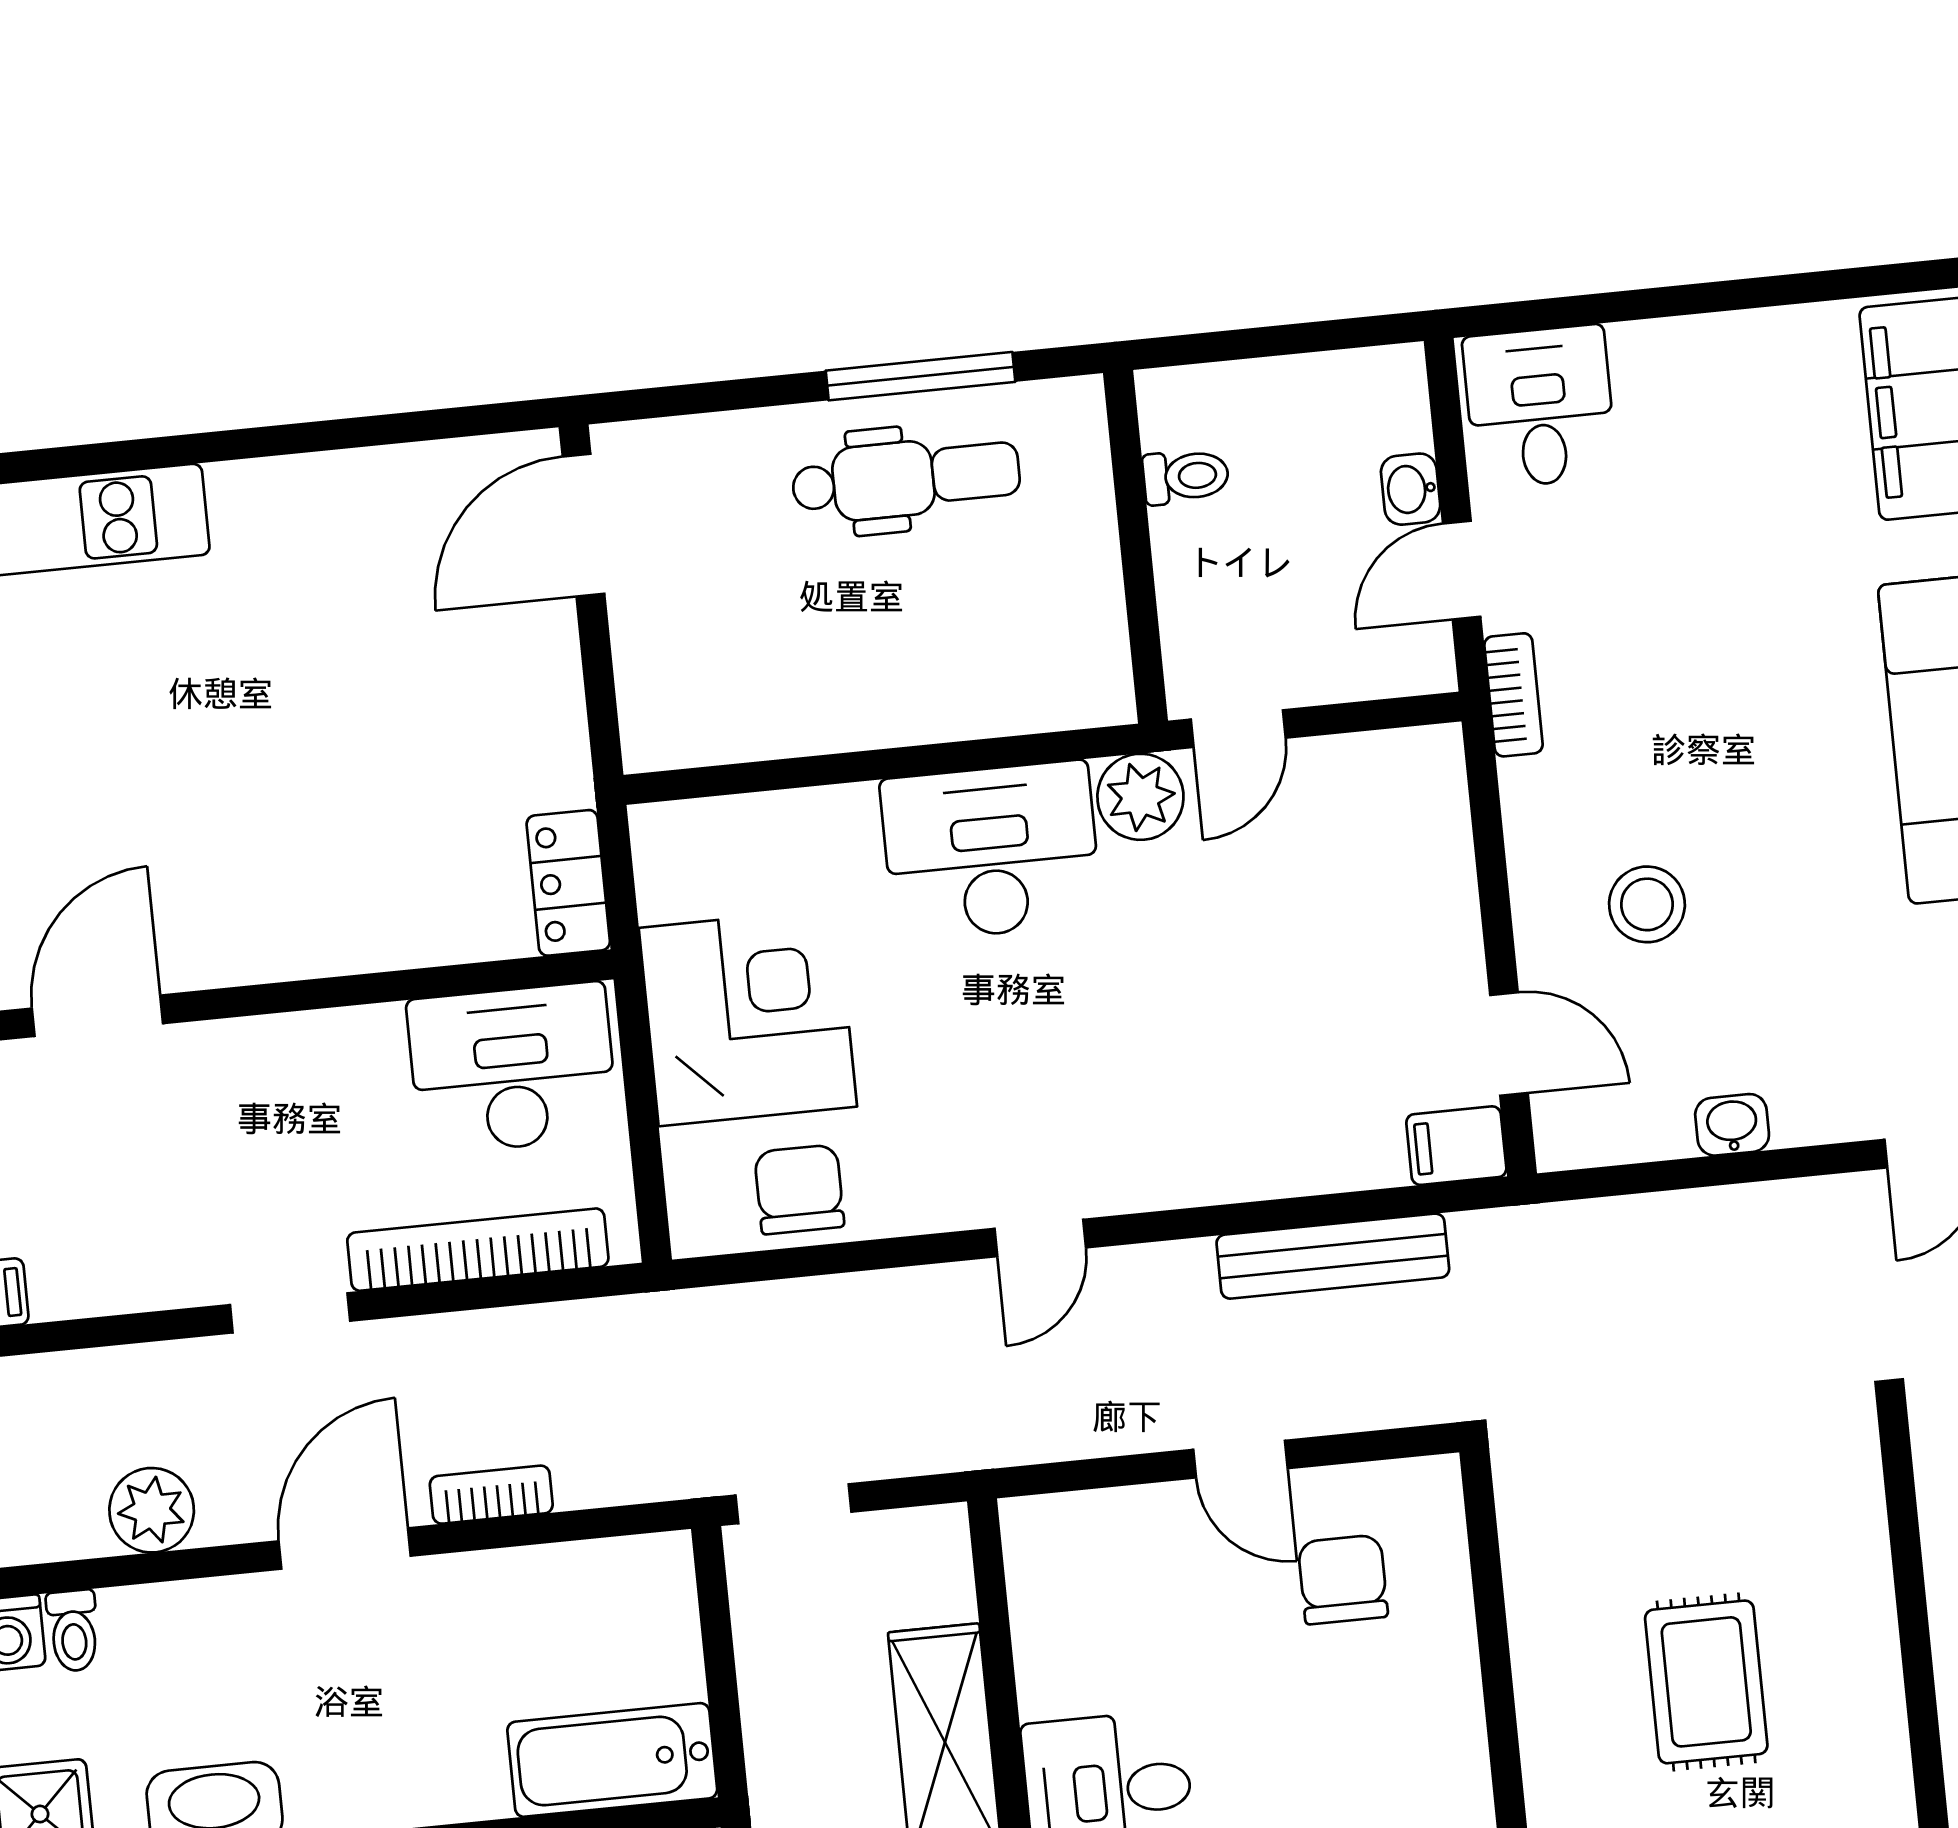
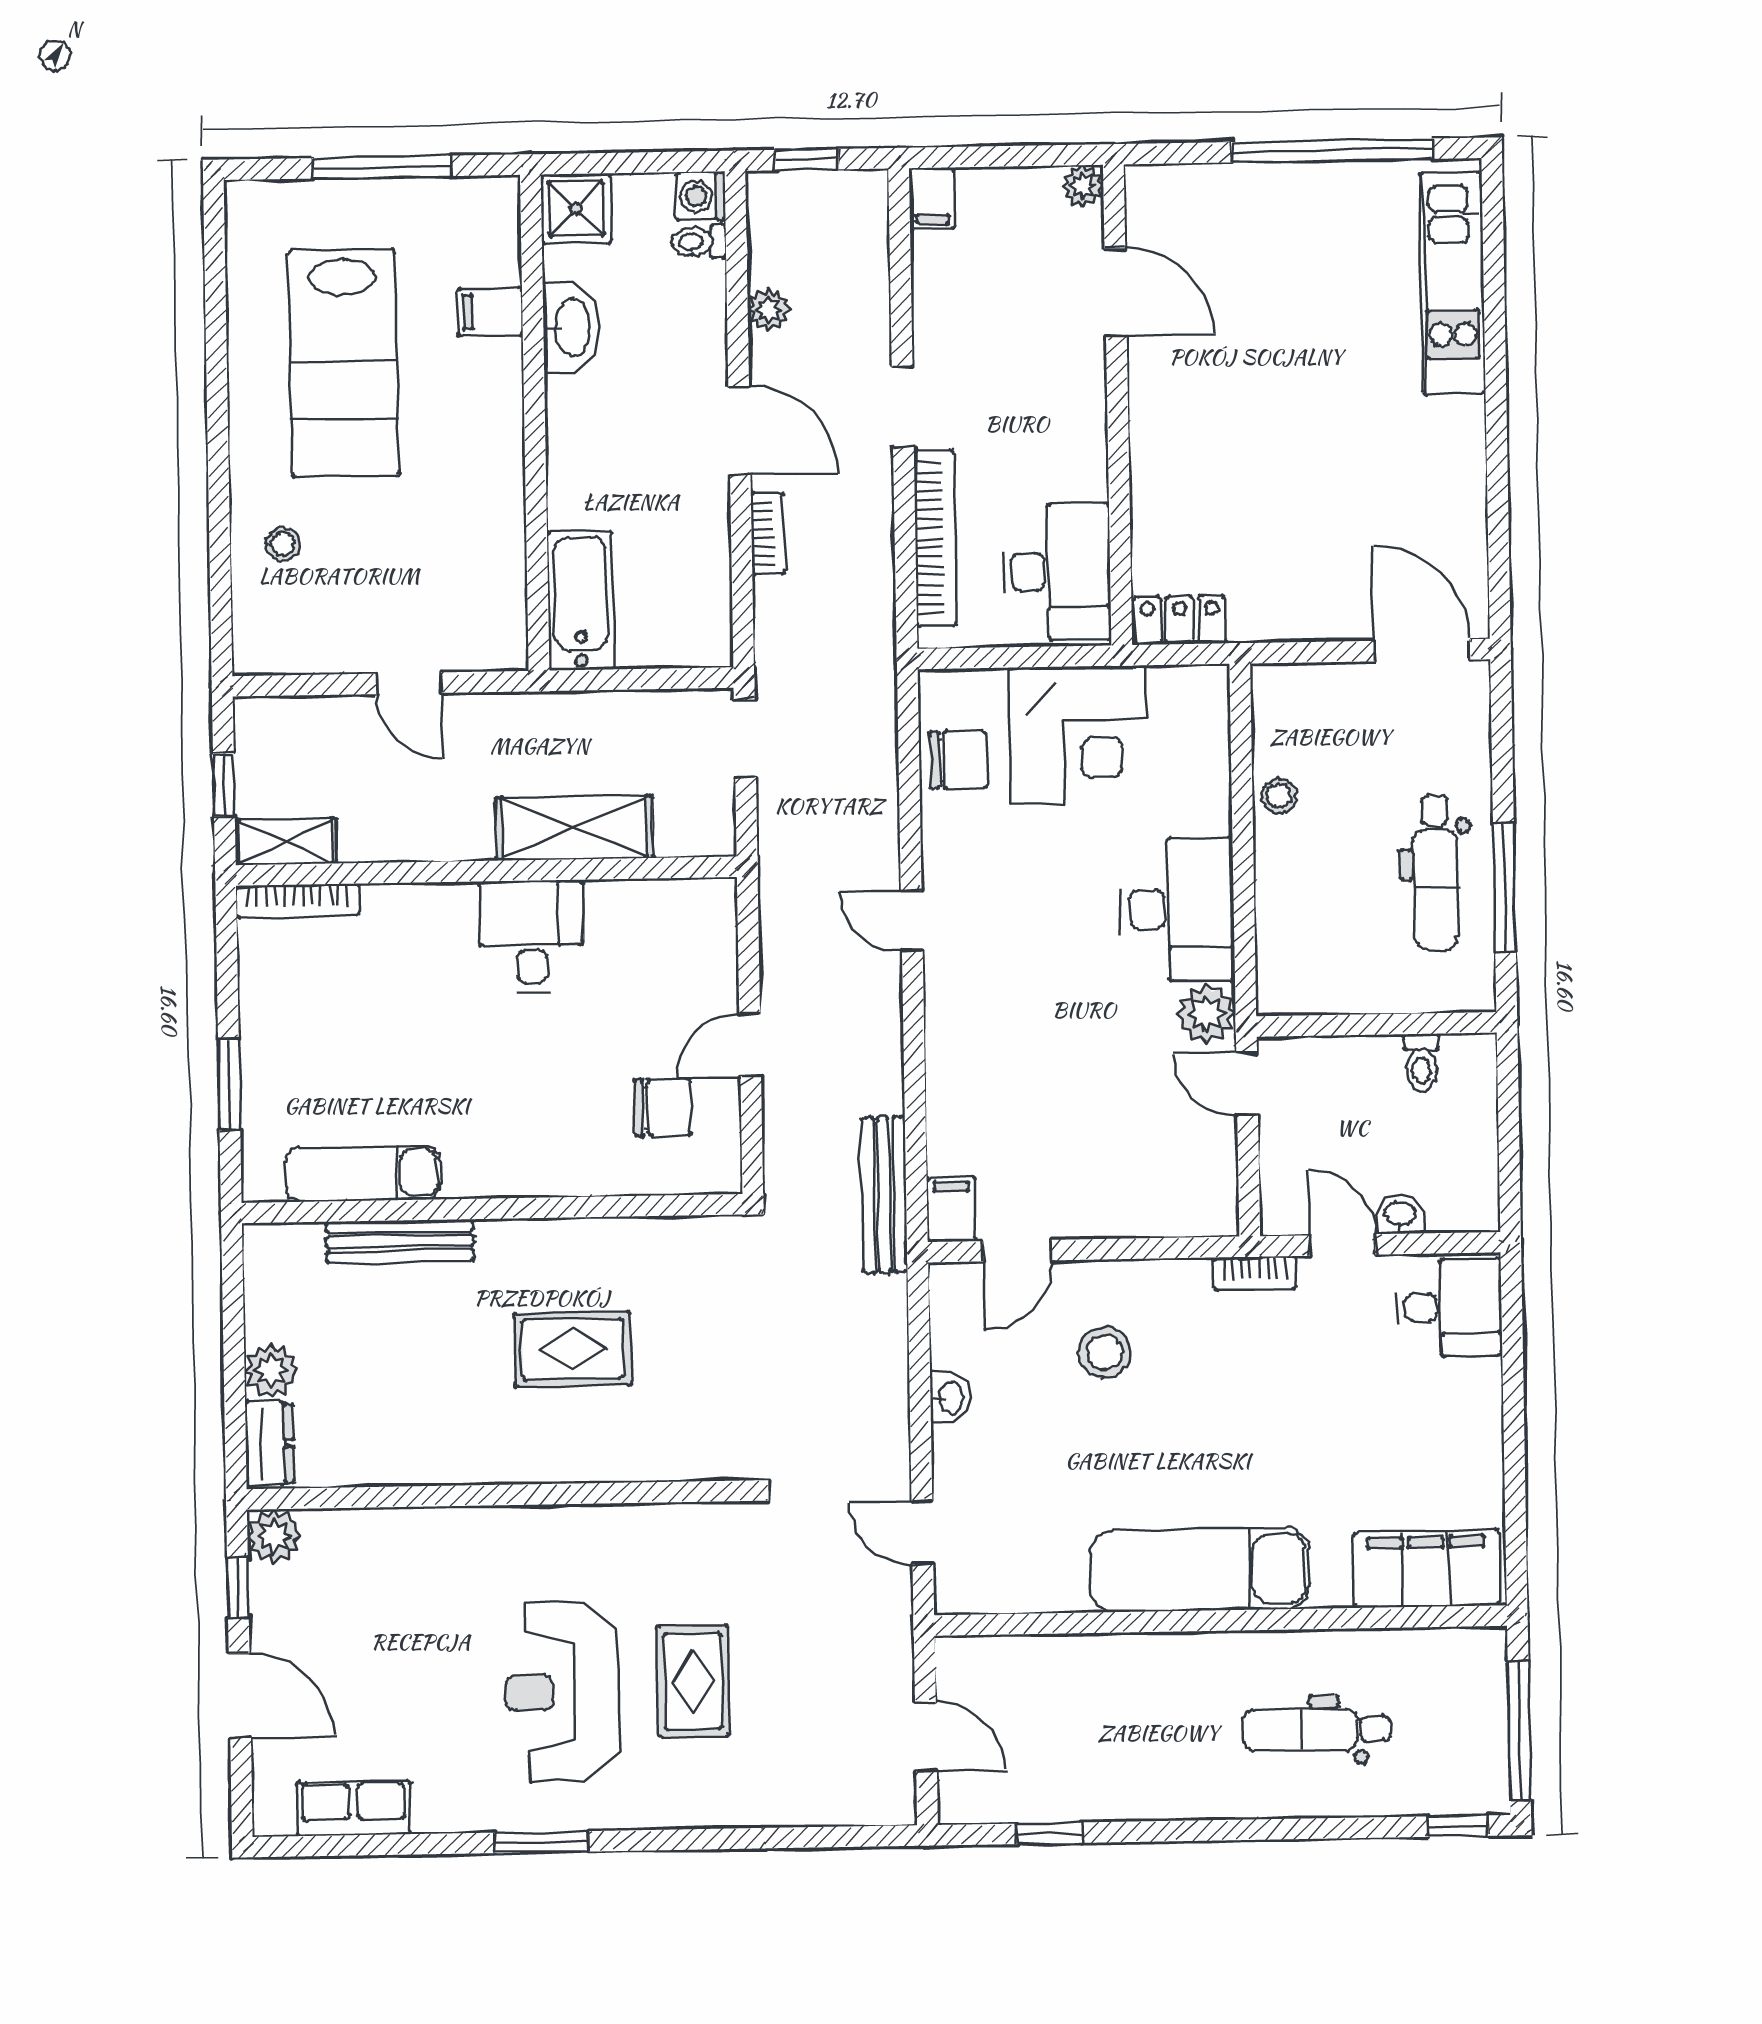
stool: (813, 717) -> (1279, 796), added
bench: (1333, 1256) -> (884, 1195), moved
plant: (152, 1510) -> (769, 309), width x0.73, depth x0.73

